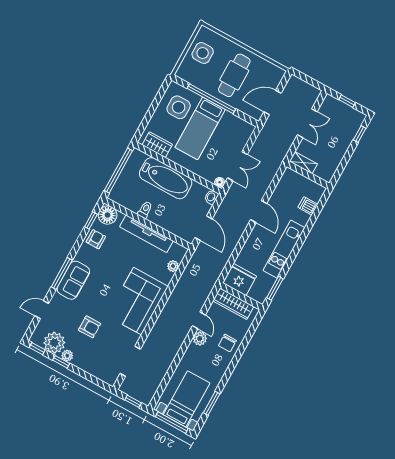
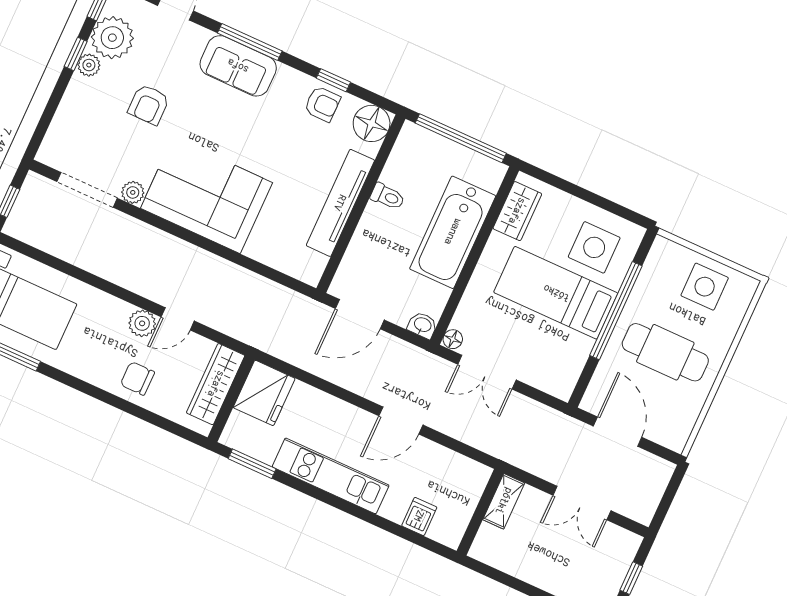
window: (91, 221) -> (333, 80), moved
plant: (173, 266) -> (133, 192), moved

